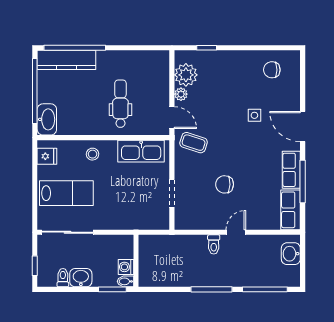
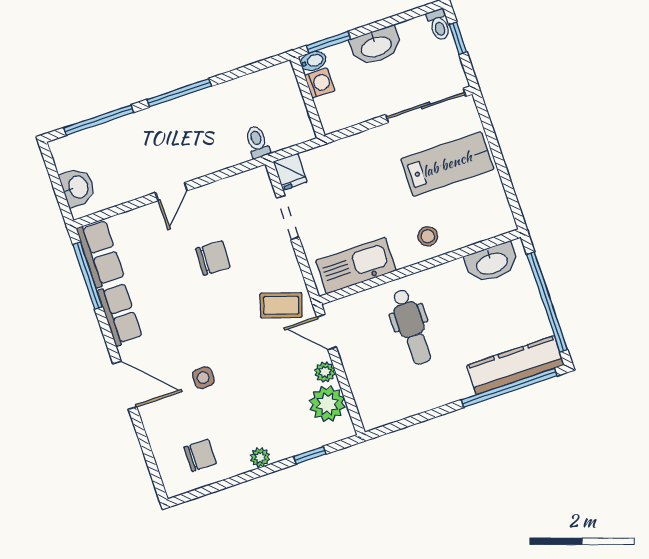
plant: (237, 56) -> (260, 457), added
washbasin: (47, 119) -> (492, 263), moved, turned -90
fridge: (47, 156) -> (290, 172), moved, turned -90
window: (303, 181) -> (88, 276), moved
lab bench: (66, 193) -> (447, 164), turned 180
toilet: (214, 244) -> (257, 142), moved
toilet: (63, 278) -> (439, 25), moved
washbasin: (81, 278) -> (376, 46), width x1.38

